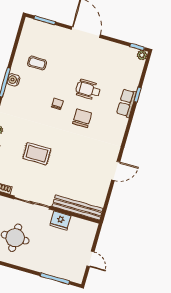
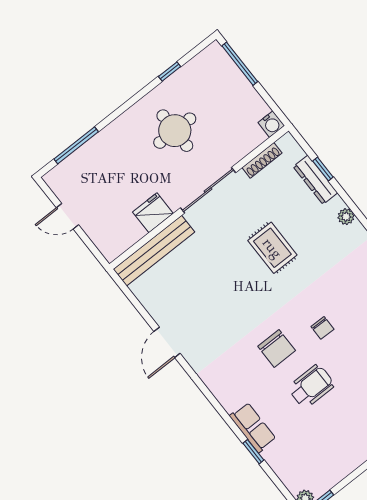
rug: (37, 154) -> (272, 248), turned 90

